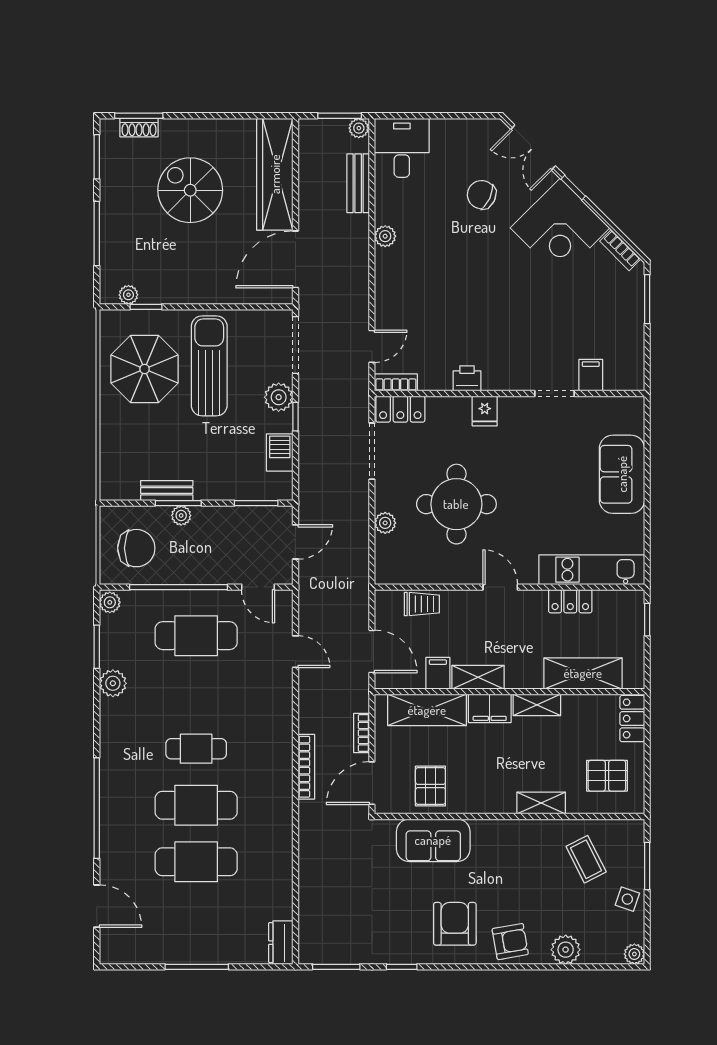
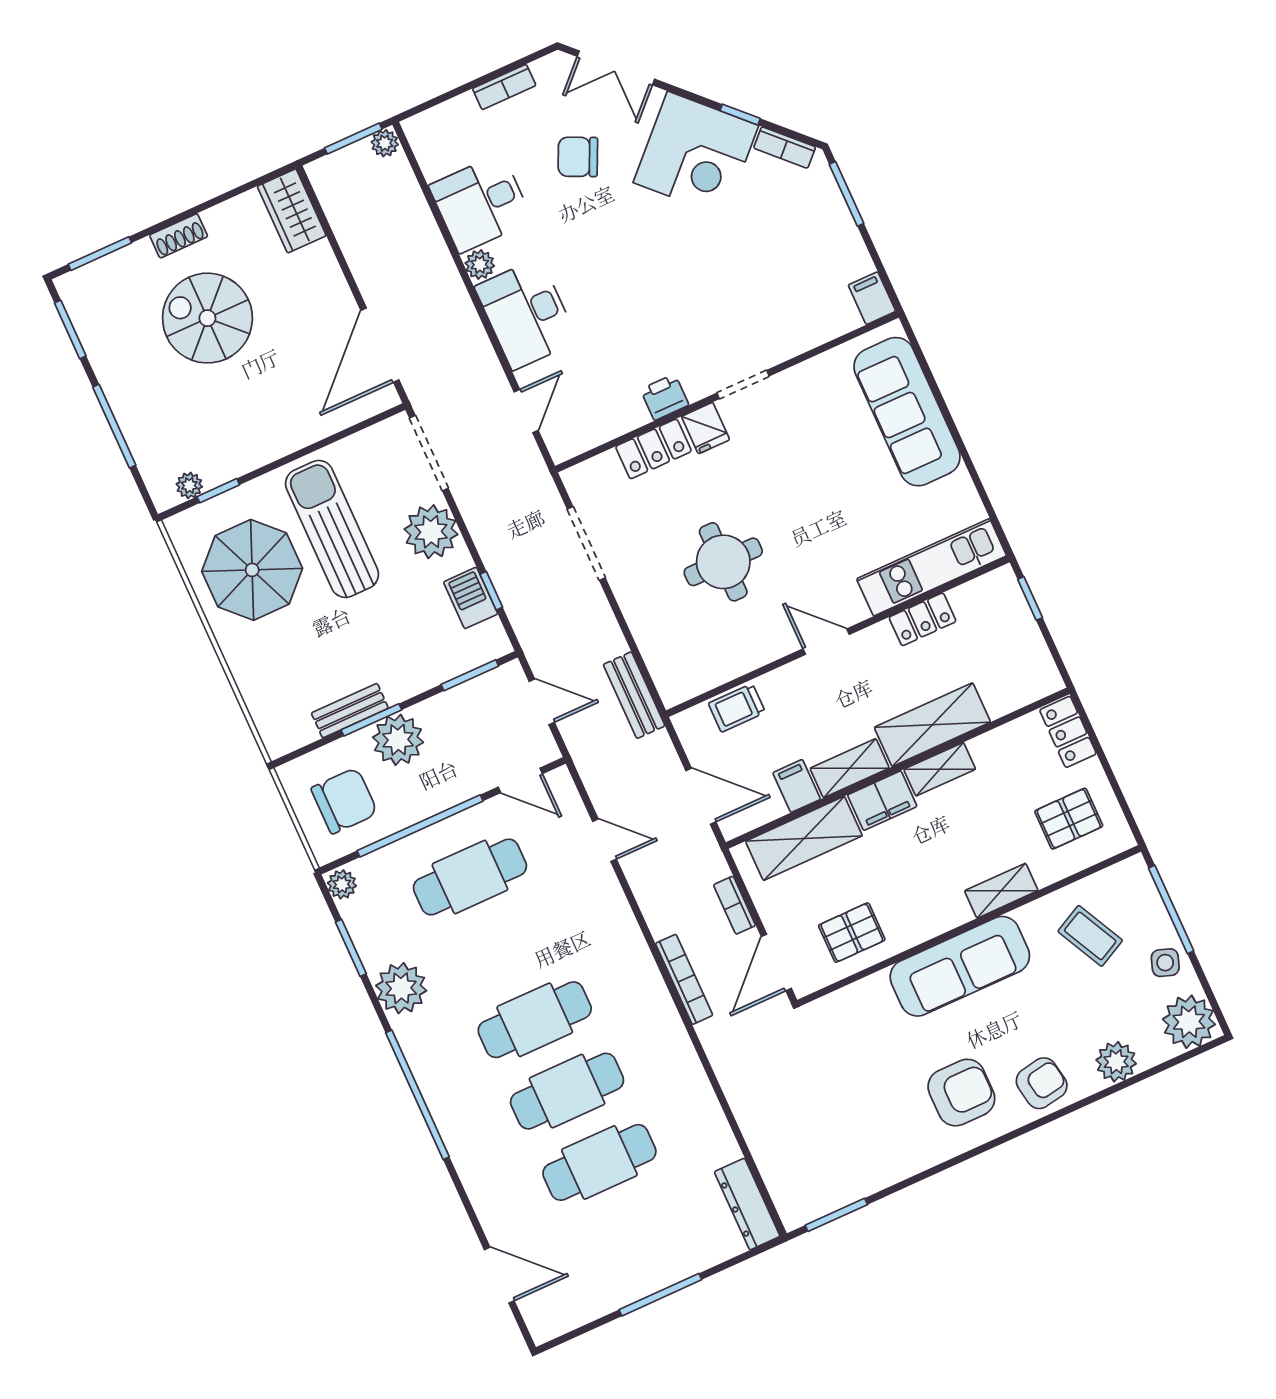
shoe rack: (139, 128) -> (179, 236), moved
desk: (402, 148) -> (481, 203), moved, turned -90
wardrobe: (275, 174) -> (292, 211), width x0.48, depth x0.85
bench: (358, 183) -> (634, 695), moved
window: (573, 188) -> (740, 115), moved
desk: (401, 283) -> (526, 314), added
filing cabinet: (591, 375) -> (872, 298), moved
bookcase: (396, 382) -> (504, 87), moved, turned 180
doorway: (554, 393) -> (743, 385), moved
plant: (279, 397) -> (431, 532), width x1.36, depth x1.36
locker: (400, 409) -> (654, 449), moved
window: (295, 417) -> (491, 591), moved
sofa: (622, 474) -> (907, 412), width x1.36
round table: (456, 504) -> (723, 562), width x0.73, depth x0.73
plant: (181, 515) -> (398, 740), width x1.88, depth x1.88
plant: (385, 523) -> (644, 626), removed
door: (295, 542) -> (542, 702), hinge flipped
trolley: (422, 604) -> (737, 708), turned 180
shelving: (583, 673) -> (932, 725), moved
plant: (113, 683) -> (401, 988), width x1.36, depth x1.36
cafe table: (196, 749) -> (535, 1020), width x1.37, depth x1.35
pallet: (430, 786) -> (852, 933), turned 90
window: (97, 808) -> (417, 1095), moved
sofa: (433, 840) -> (960, 966), moved, width x1.36
window: (647, 866) -> (1171, 909), width x1.44
armchair: (455, 924) -> (961, 1093), turned 90
dresser: (281, 943) -> (747, 1204), width x1.44
plant: (634, 954) -> (1189, 1022), width x1.87, depth x1.87
window: (402, 967) -> (919, 1177), removed

